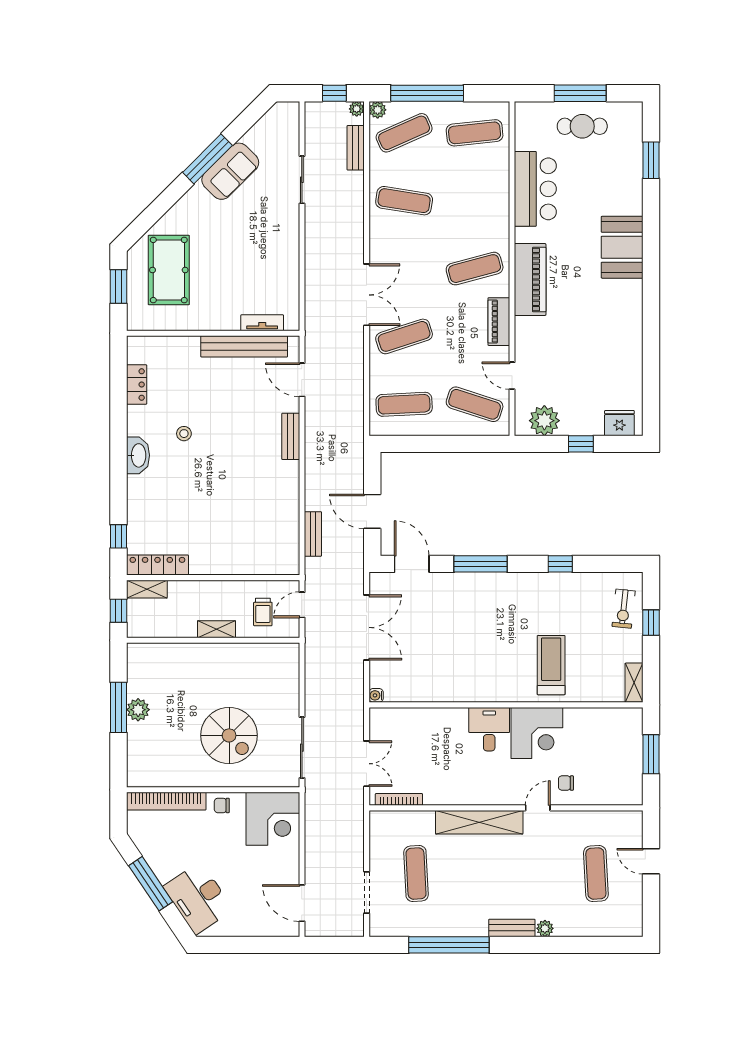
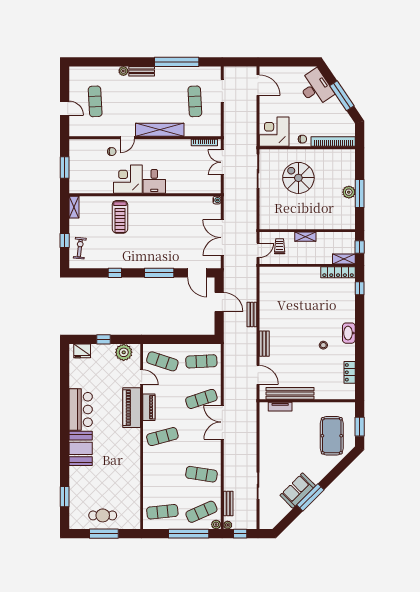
bar counter: (535, 189) -> (81, 409), moved, turned 180
piano: (530, 280) -> (132, 408), moved
bench: (313, 534) -> (252, 315), moved

